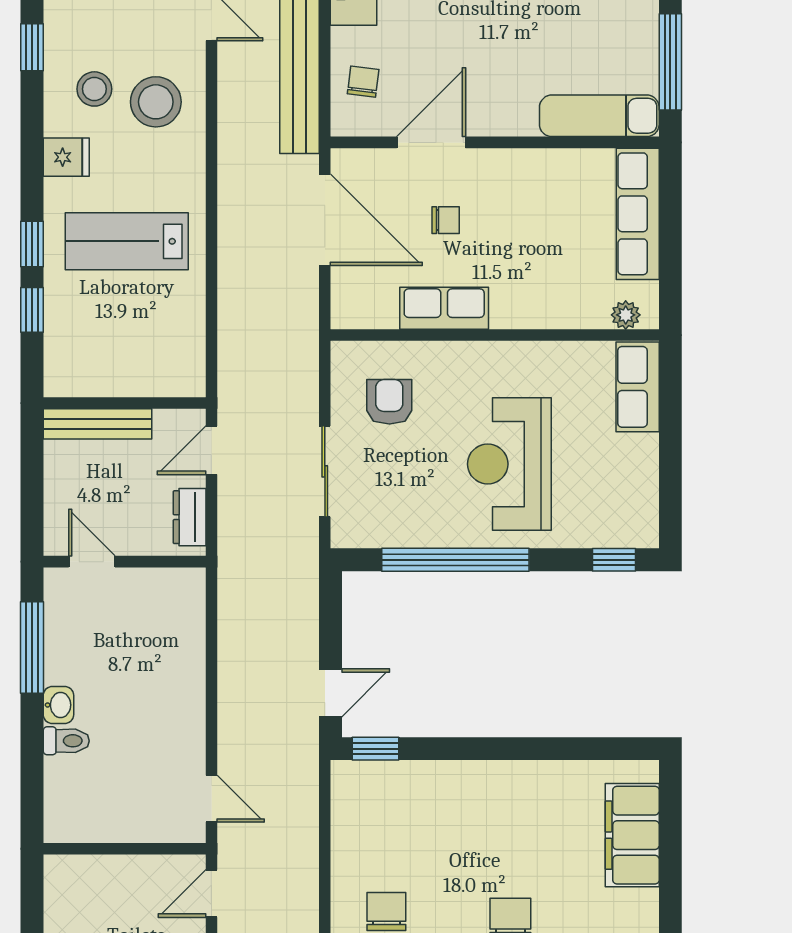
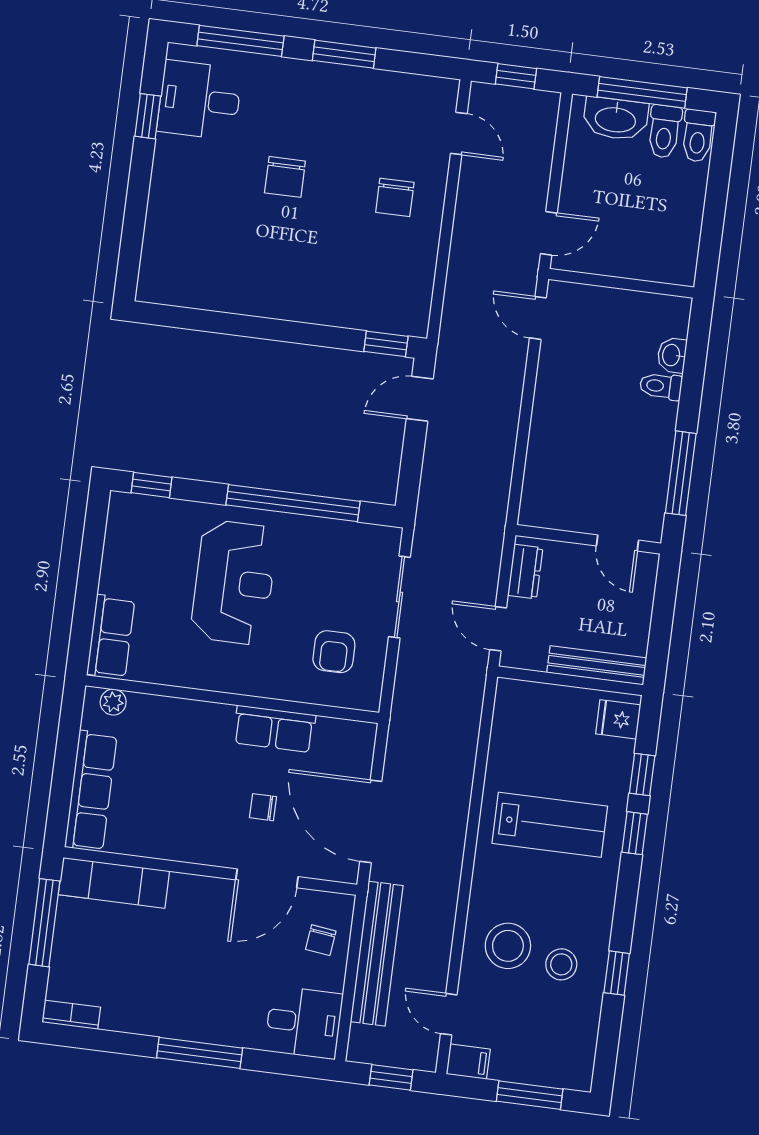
window: (32, 47) -> (617, 973), moved
fridge: (66, 157) -> (618, 719), moved
door: (211, 450) -> (498, 629), swing flipped
washbasin: (58, 705) -> (672, 355), moved
filing cabinet: (632, 835) -> (167, 237), removed

